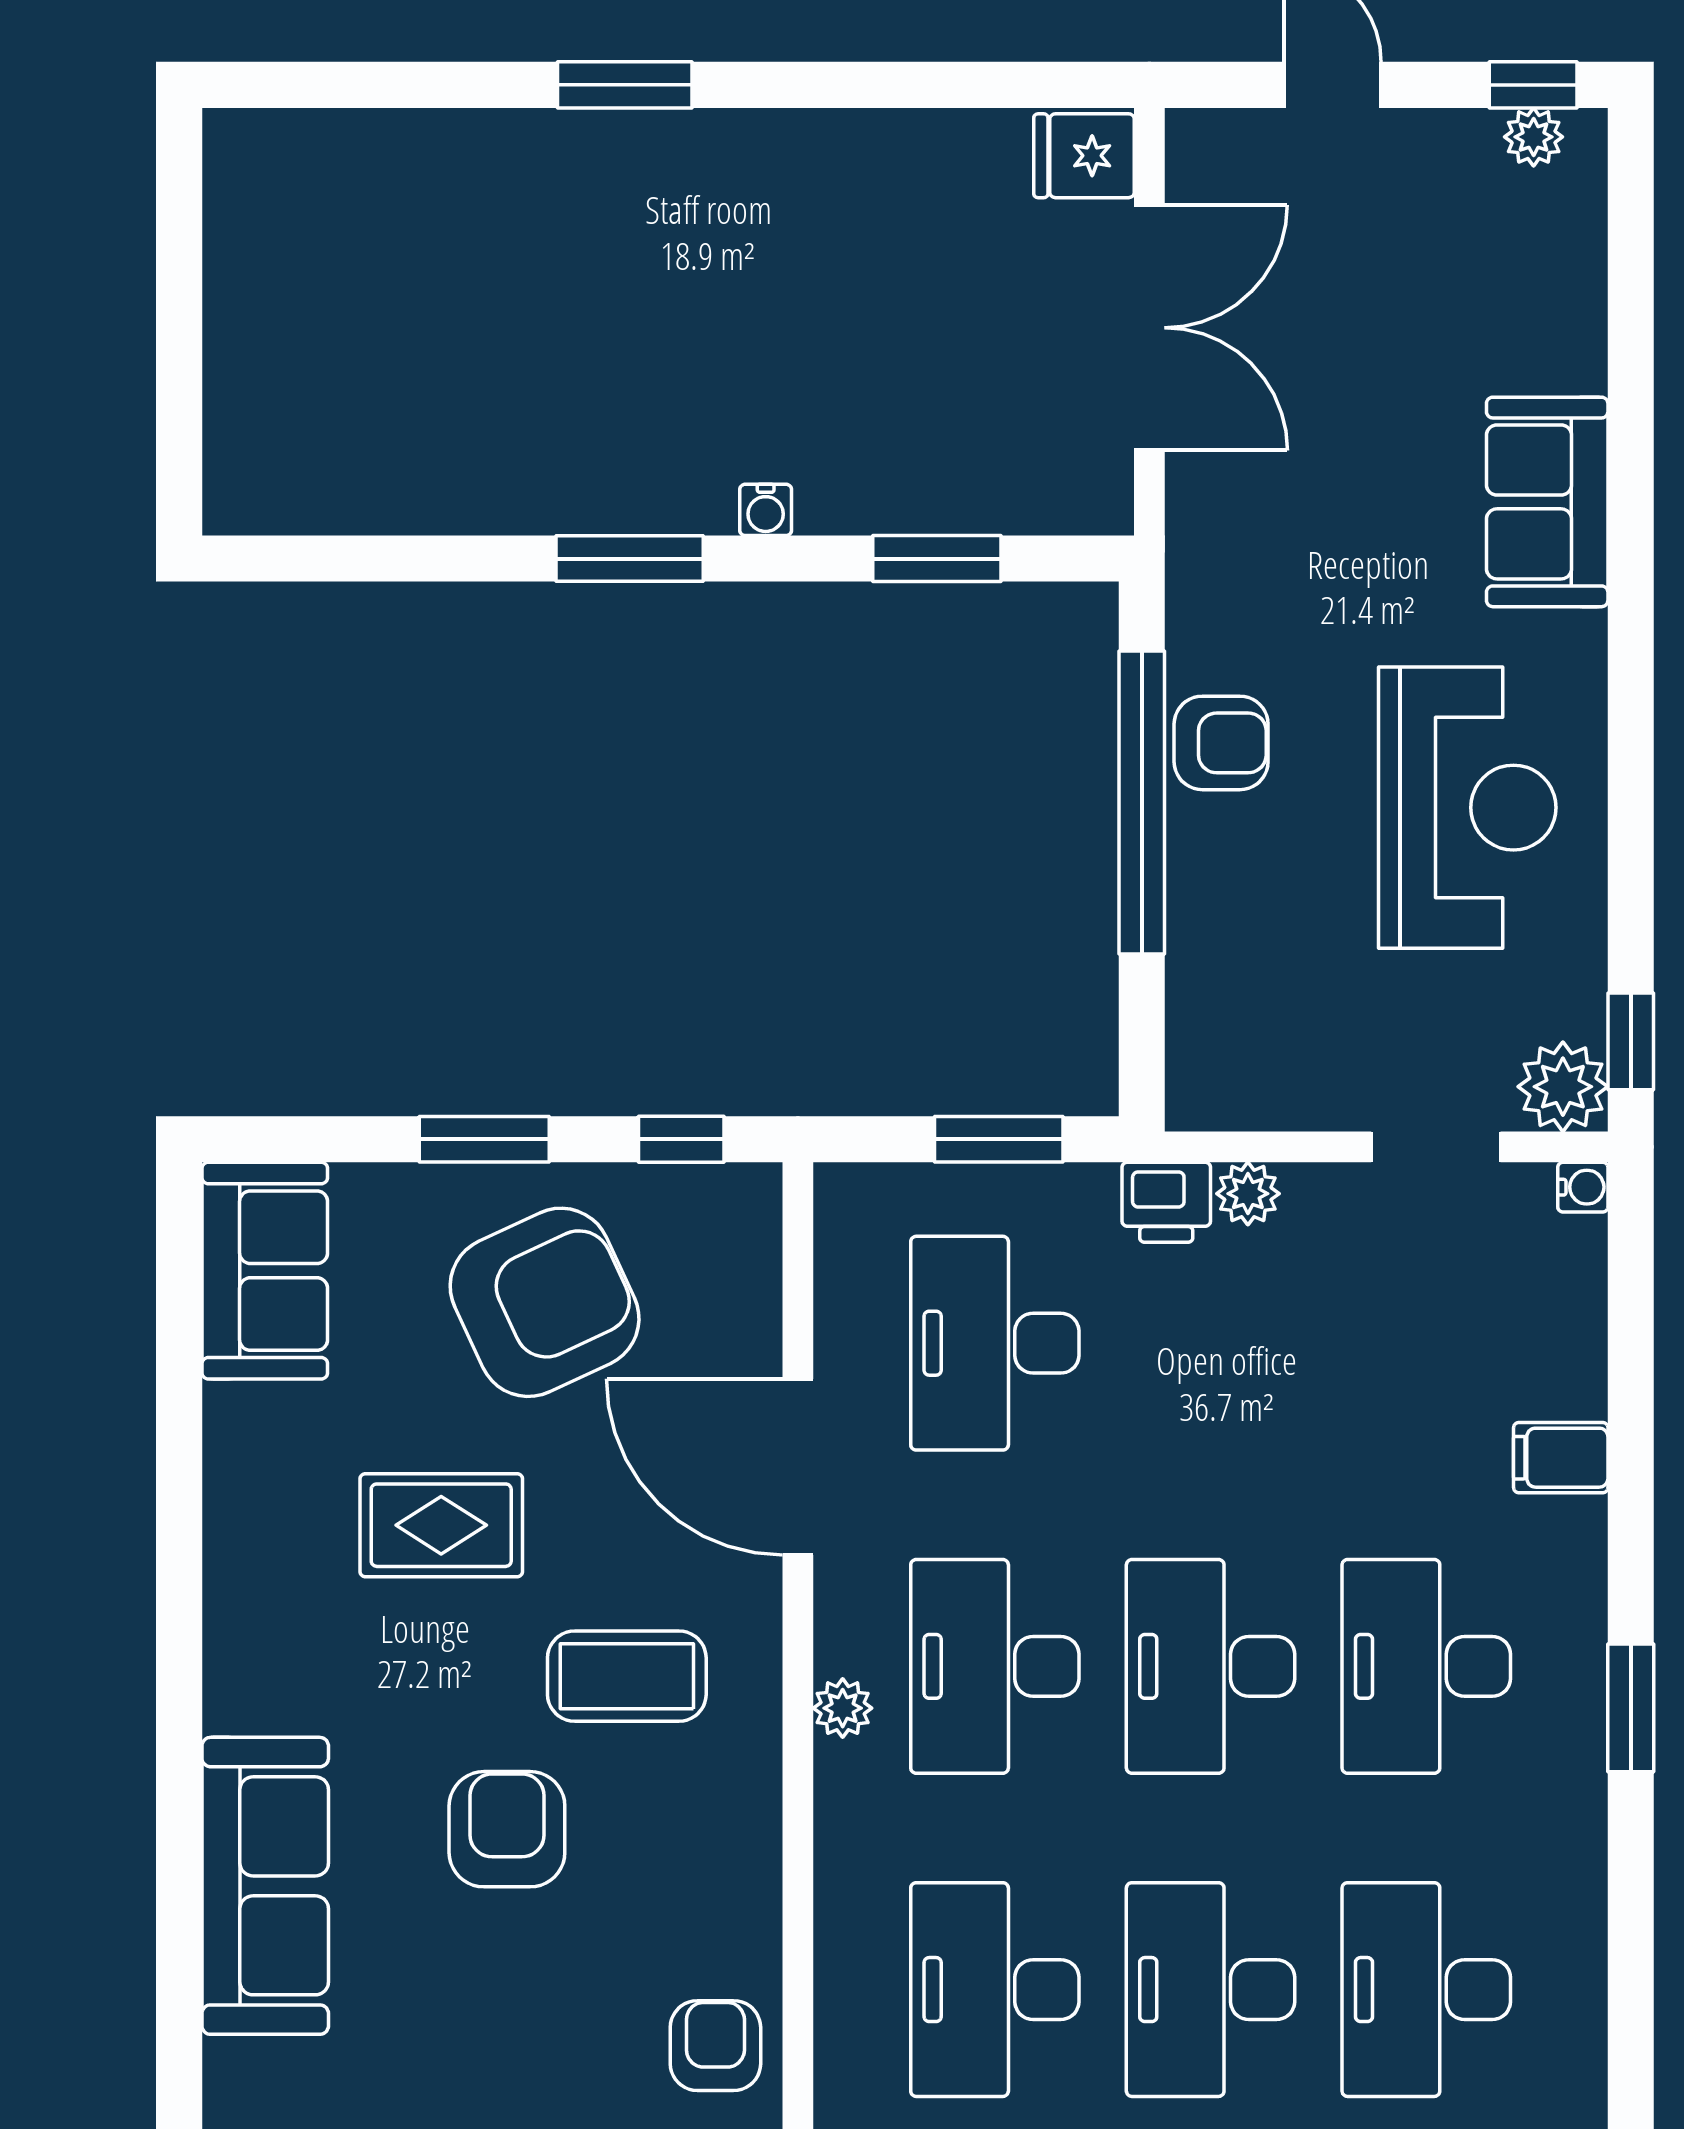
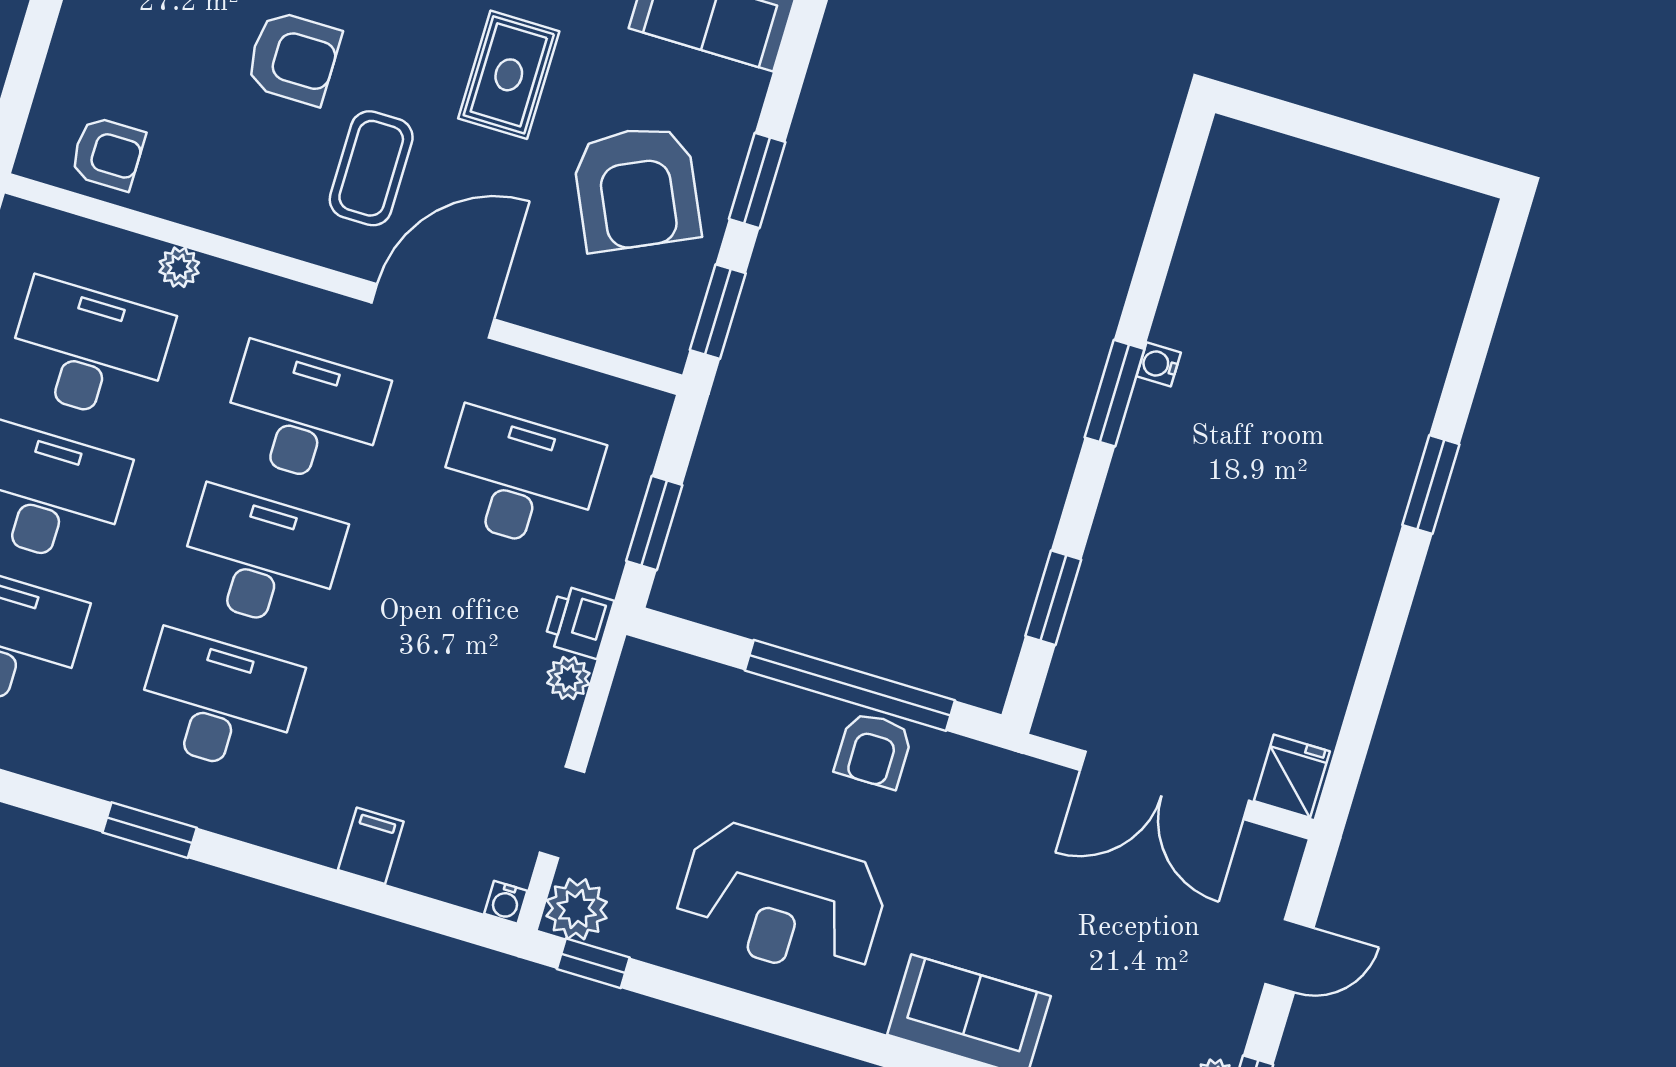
water cooler: (766, 510) -> (1159, 364), moved
window: (681, 1139) -> (718, 312), width x1.50
filing cabinet: (1561, 1458) -> (371, 846), moved
door: (798, 1467) -> (433, 311), moved
plant: (843, 1708) -> (179, 267), moved

